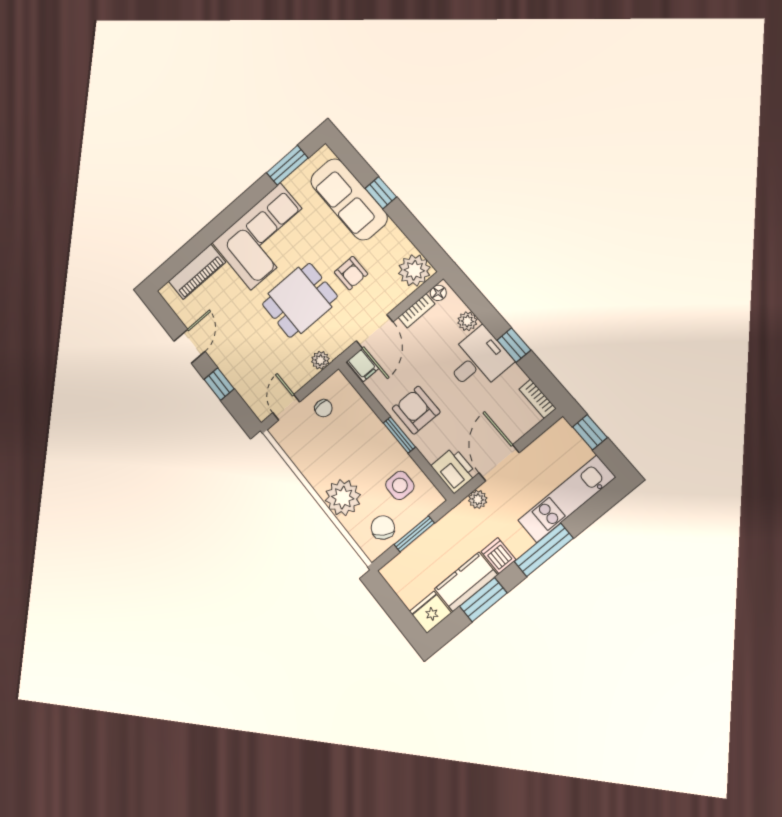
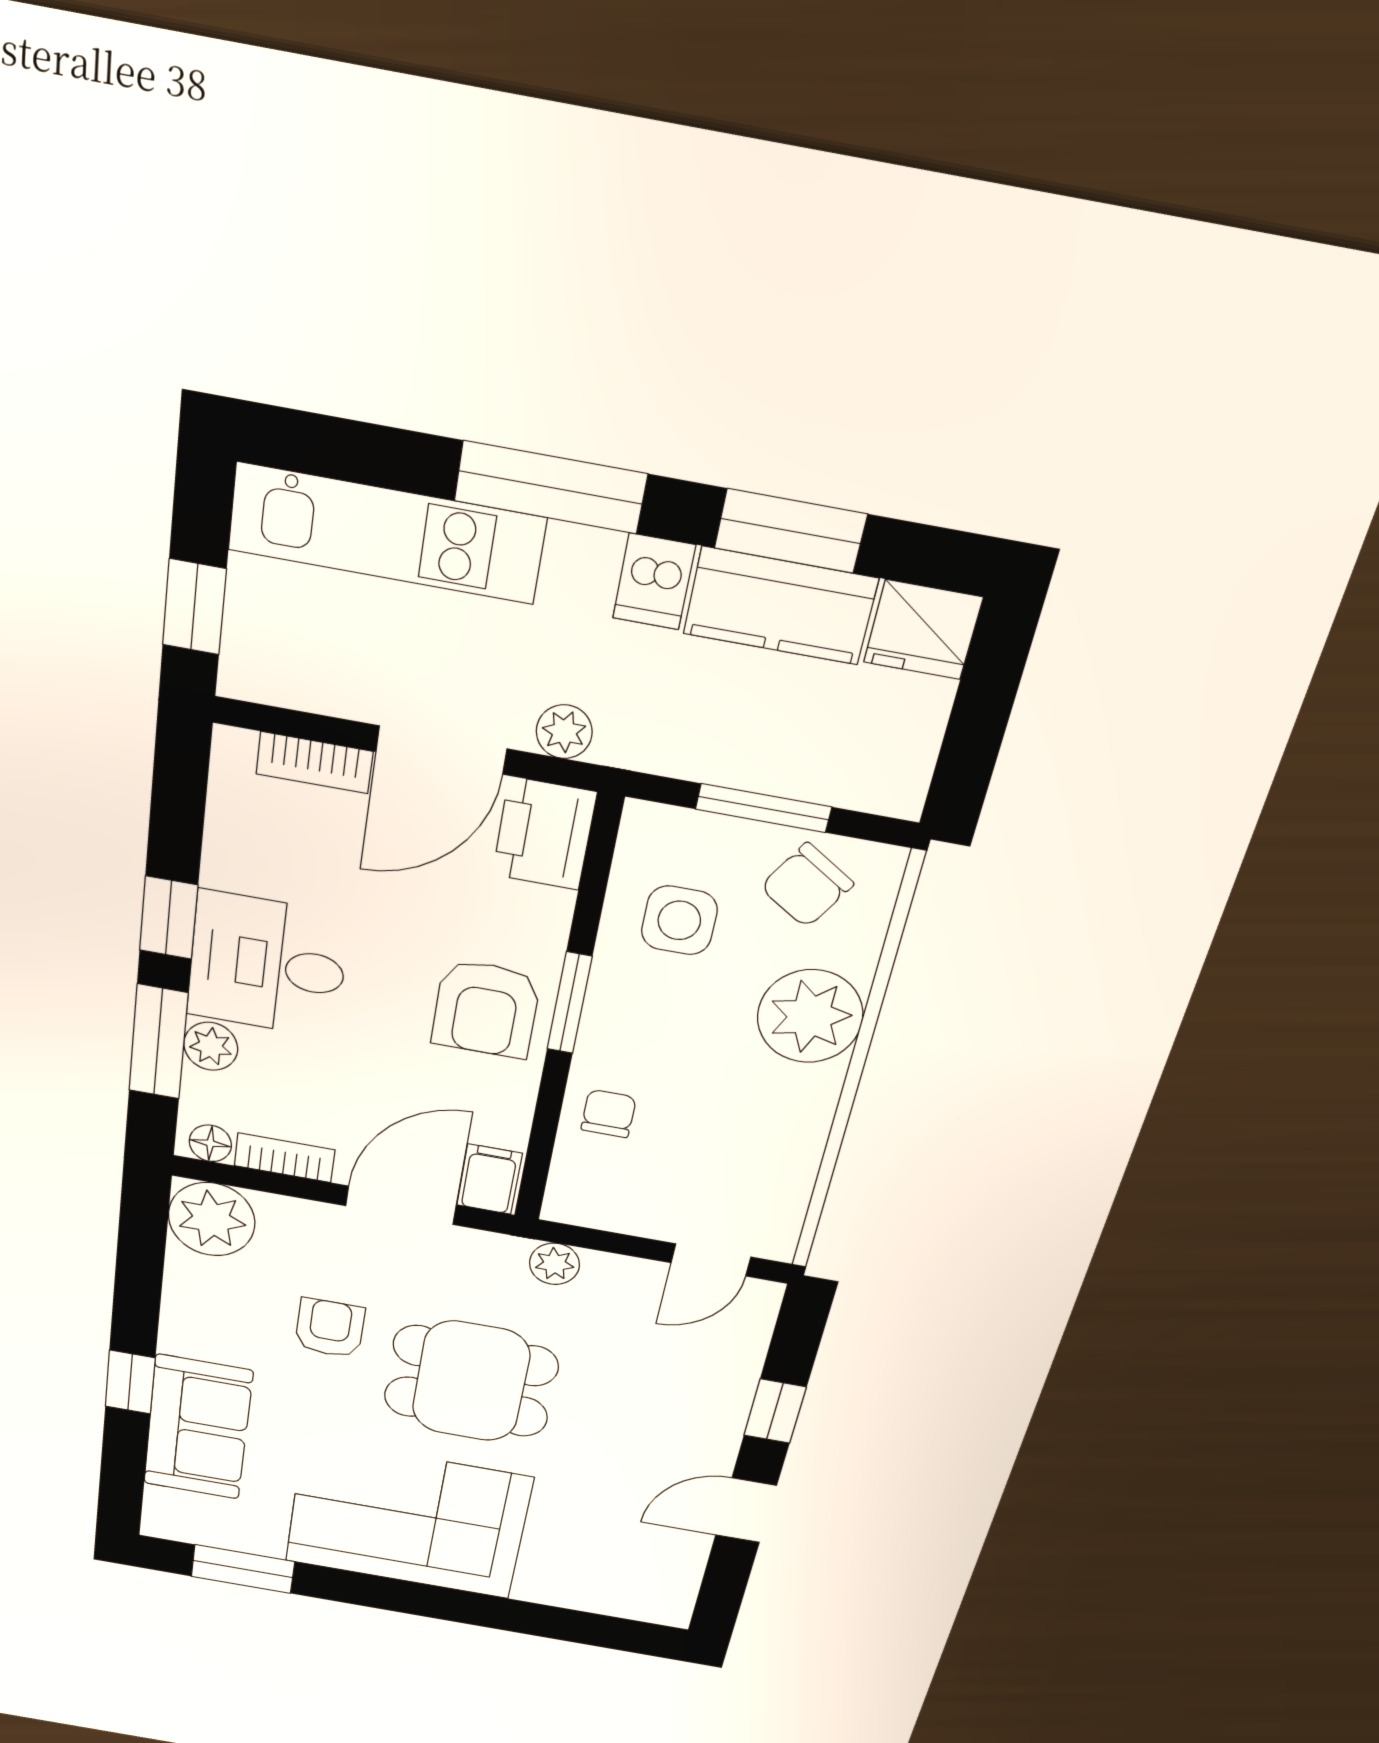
sofa: (349, 199) -> (198, 1428), width x0.73
piano: (197, 272) -> (587, 1588), removed
window: (481, 307) -> (158, 1042), added
bookcase: (538, 399) -> (314, 763), moved, turned 90
chair: (323, 408) -> (609, 1114), moved

